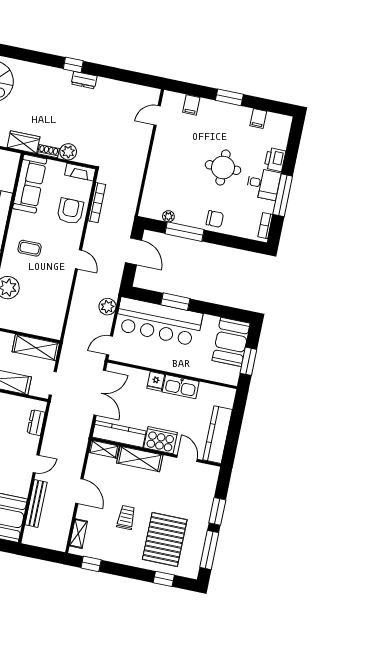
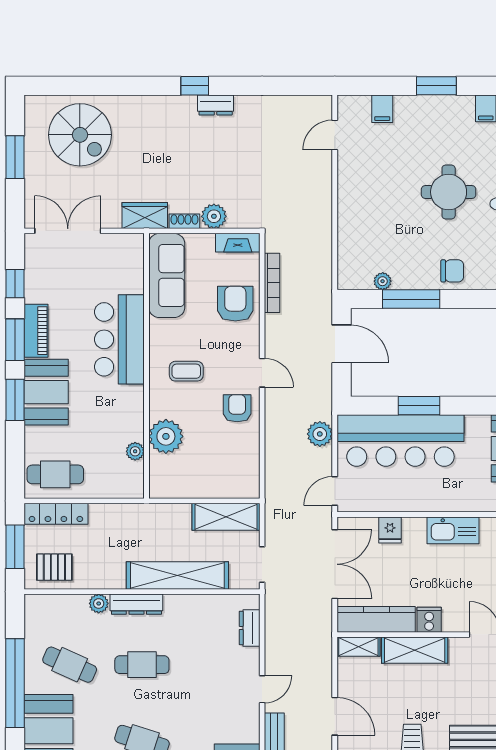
armchair: (57, 279) -> (237, 408), added
fridge: (156, 381) -> (390, 530), moved
cooker: (161, 440) -> (429, 620), width x0.53, depth x0.76

